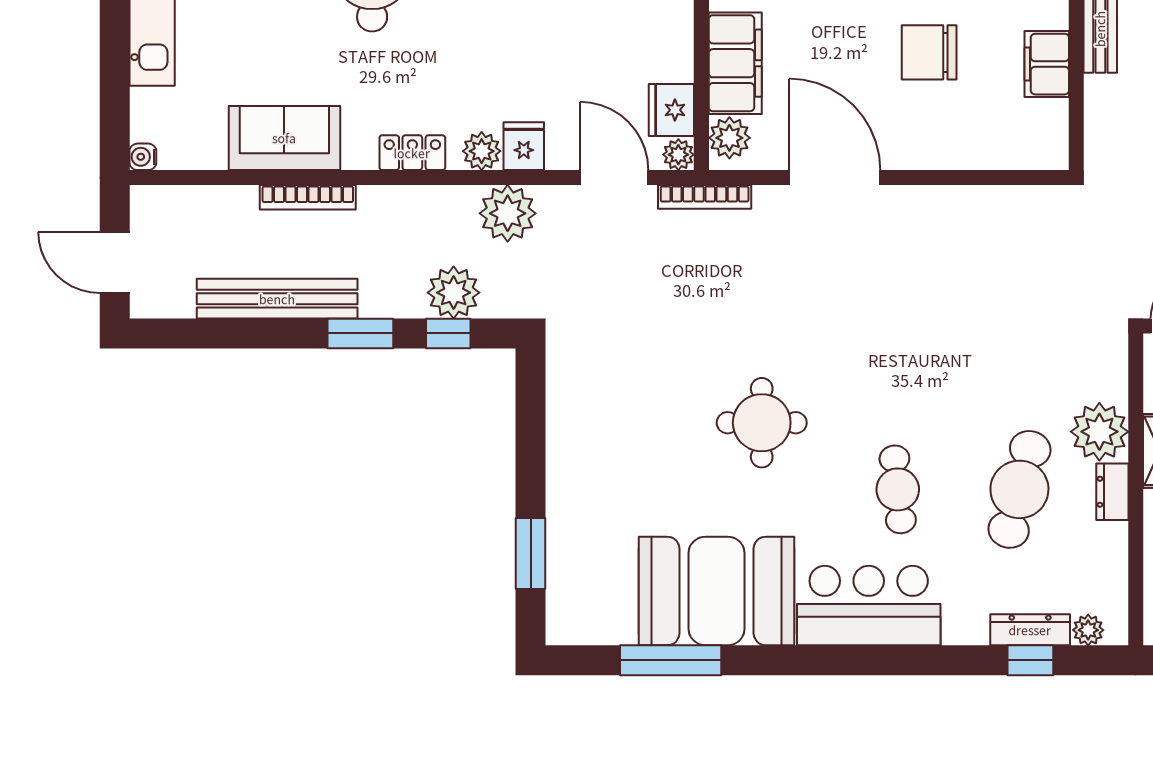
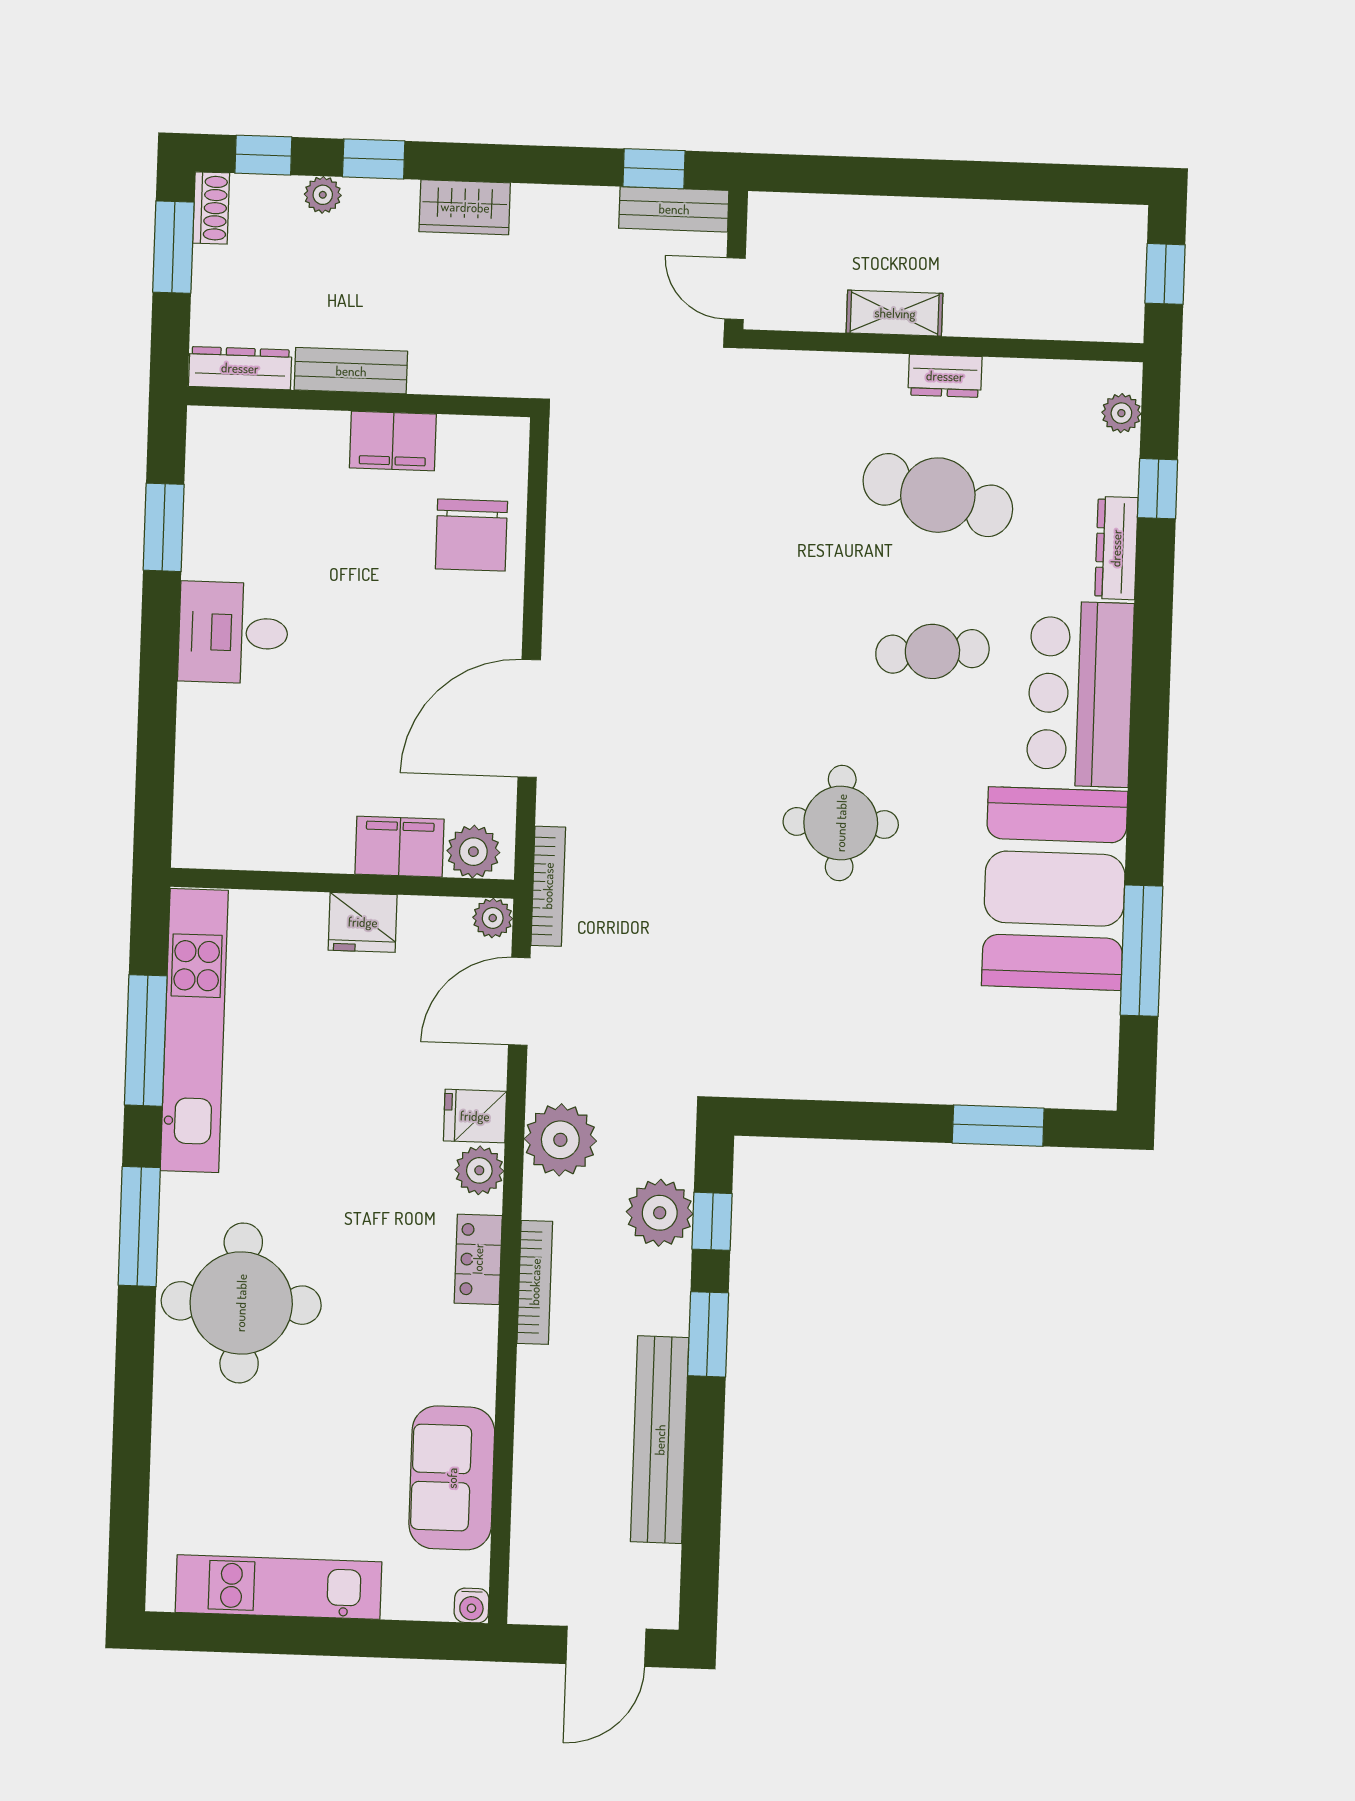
chair: (929, 52) -> (471, 535), moved
filing cabinet: (735, 63) -> (400, 847), width x0.67, depth x0.86
fridge: (671, 110) -> (363, 922), moved
sofa: (284, 138) -> (452, 1478), moved
bookcase: (308, 197) -> (535, 1282), moved
plant: (1099, 432) -> (867, 390), removed
dresser: (1030, 630) -> (1116, 548), moved

